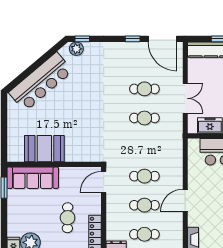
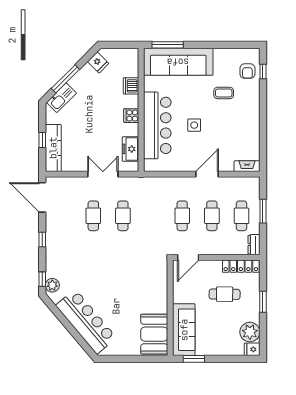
window: (133, 39) -> (42, 239), moved
door: (162, 39) -> (42, 197), swing flipped
booth: (44, 149) -> (154, 334), moved
door: (104, 182) -> (188, 257), hinge flipped
door: (185, 200) -> (207, 174), swing flipped

